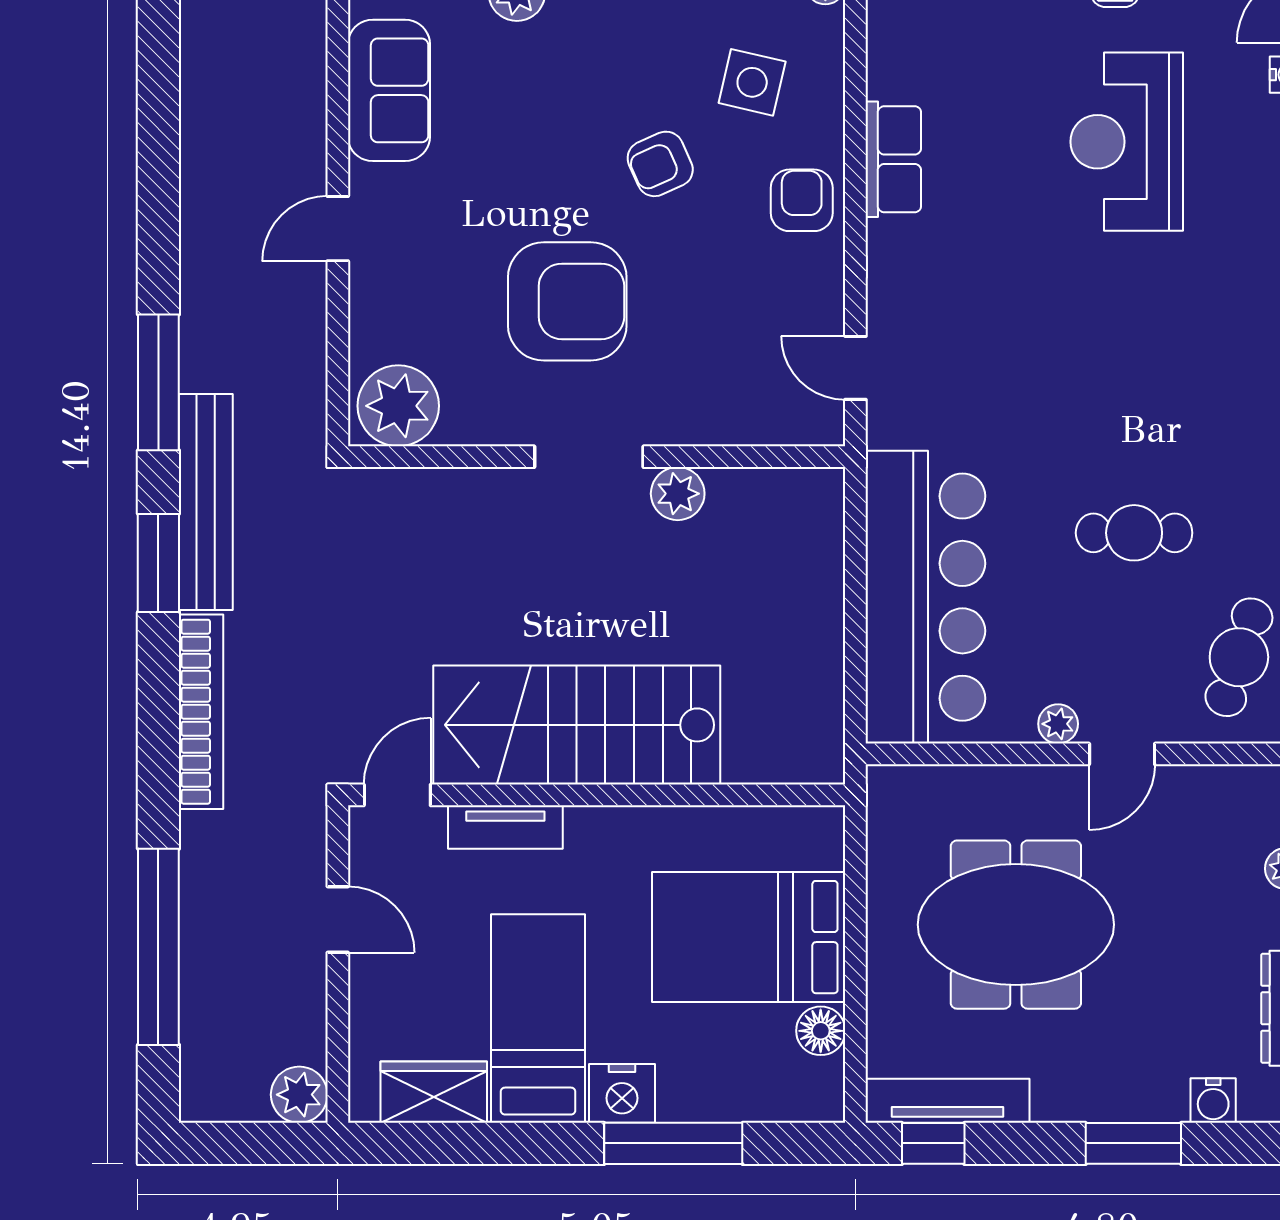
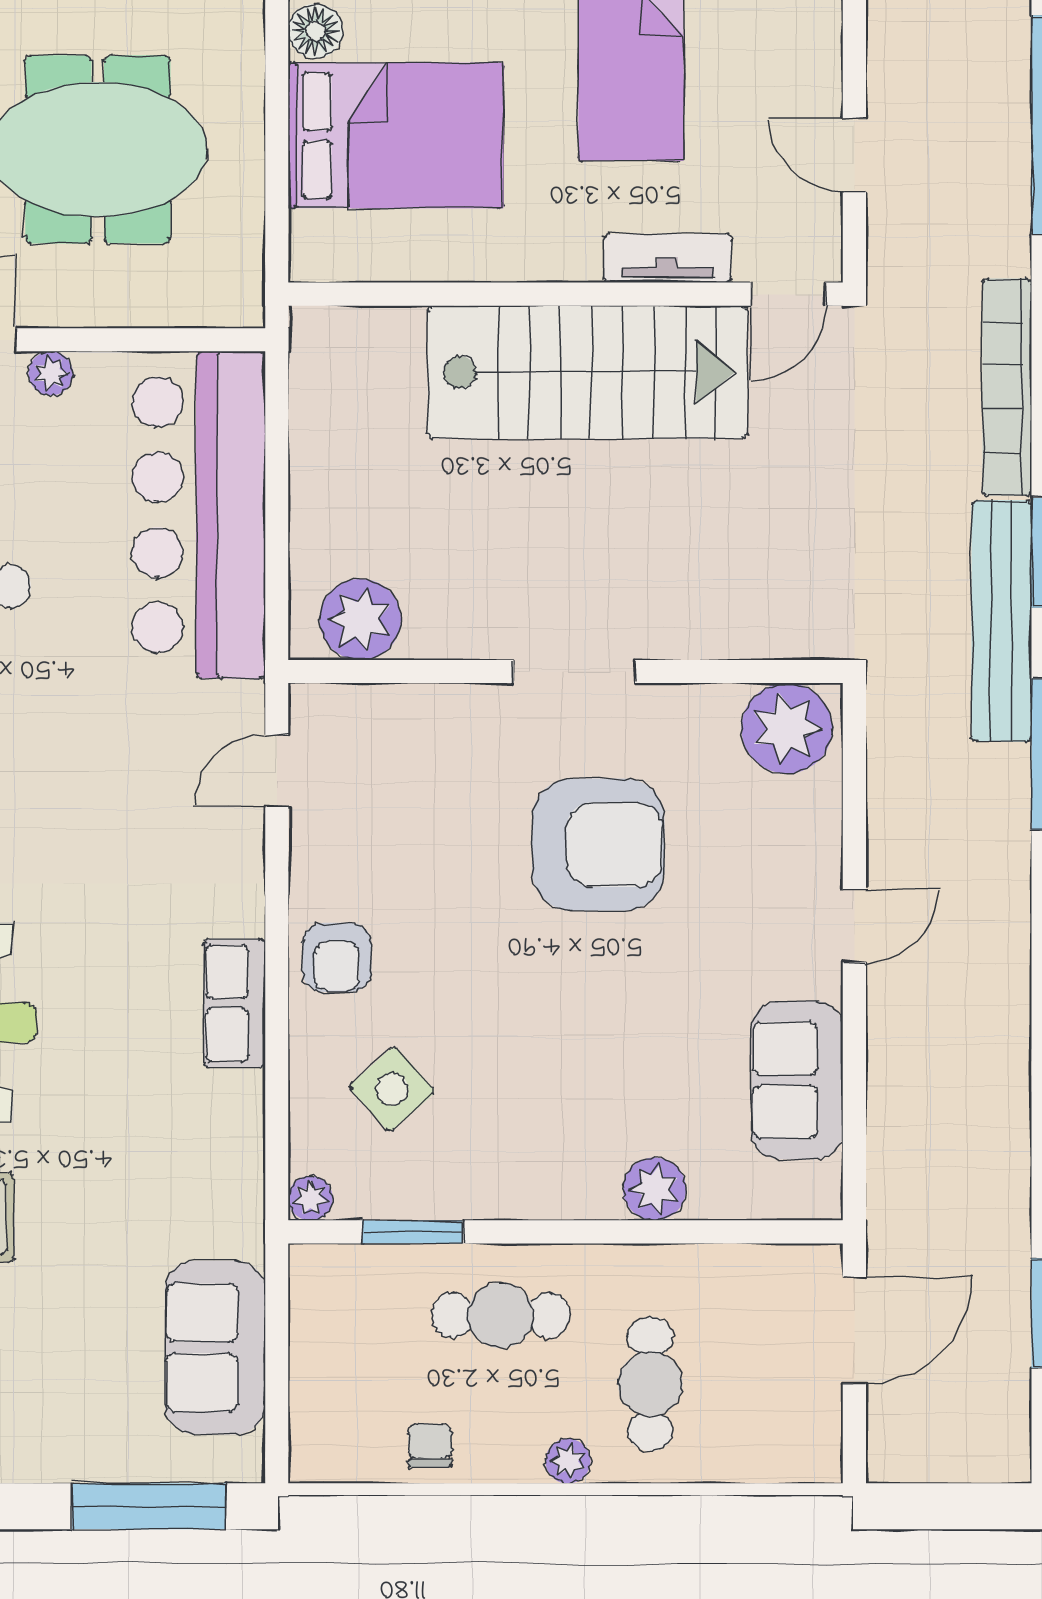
side table: (752, 82) -> (392, 1089), turned 35
armchair: (660, 164) -> (495, 998), removed
armchair: (567, 301) -> (598, 845), turned 180
door: (855, 368) -> (277, 771), swing flipped
plant: (678, 494) -> (360, 619), moved, width x1.36, depth x1.36

